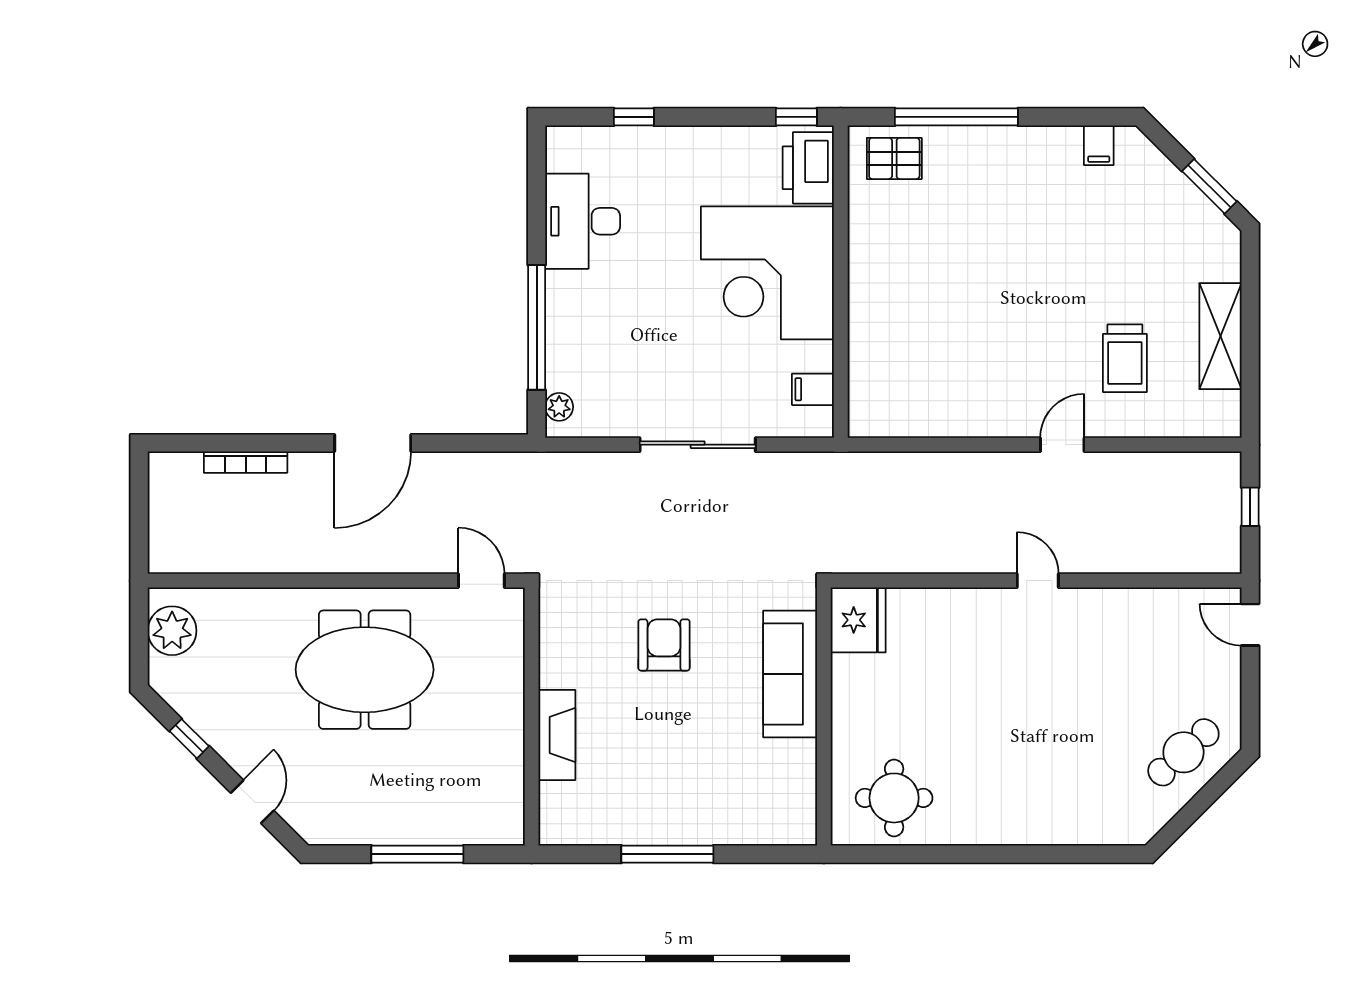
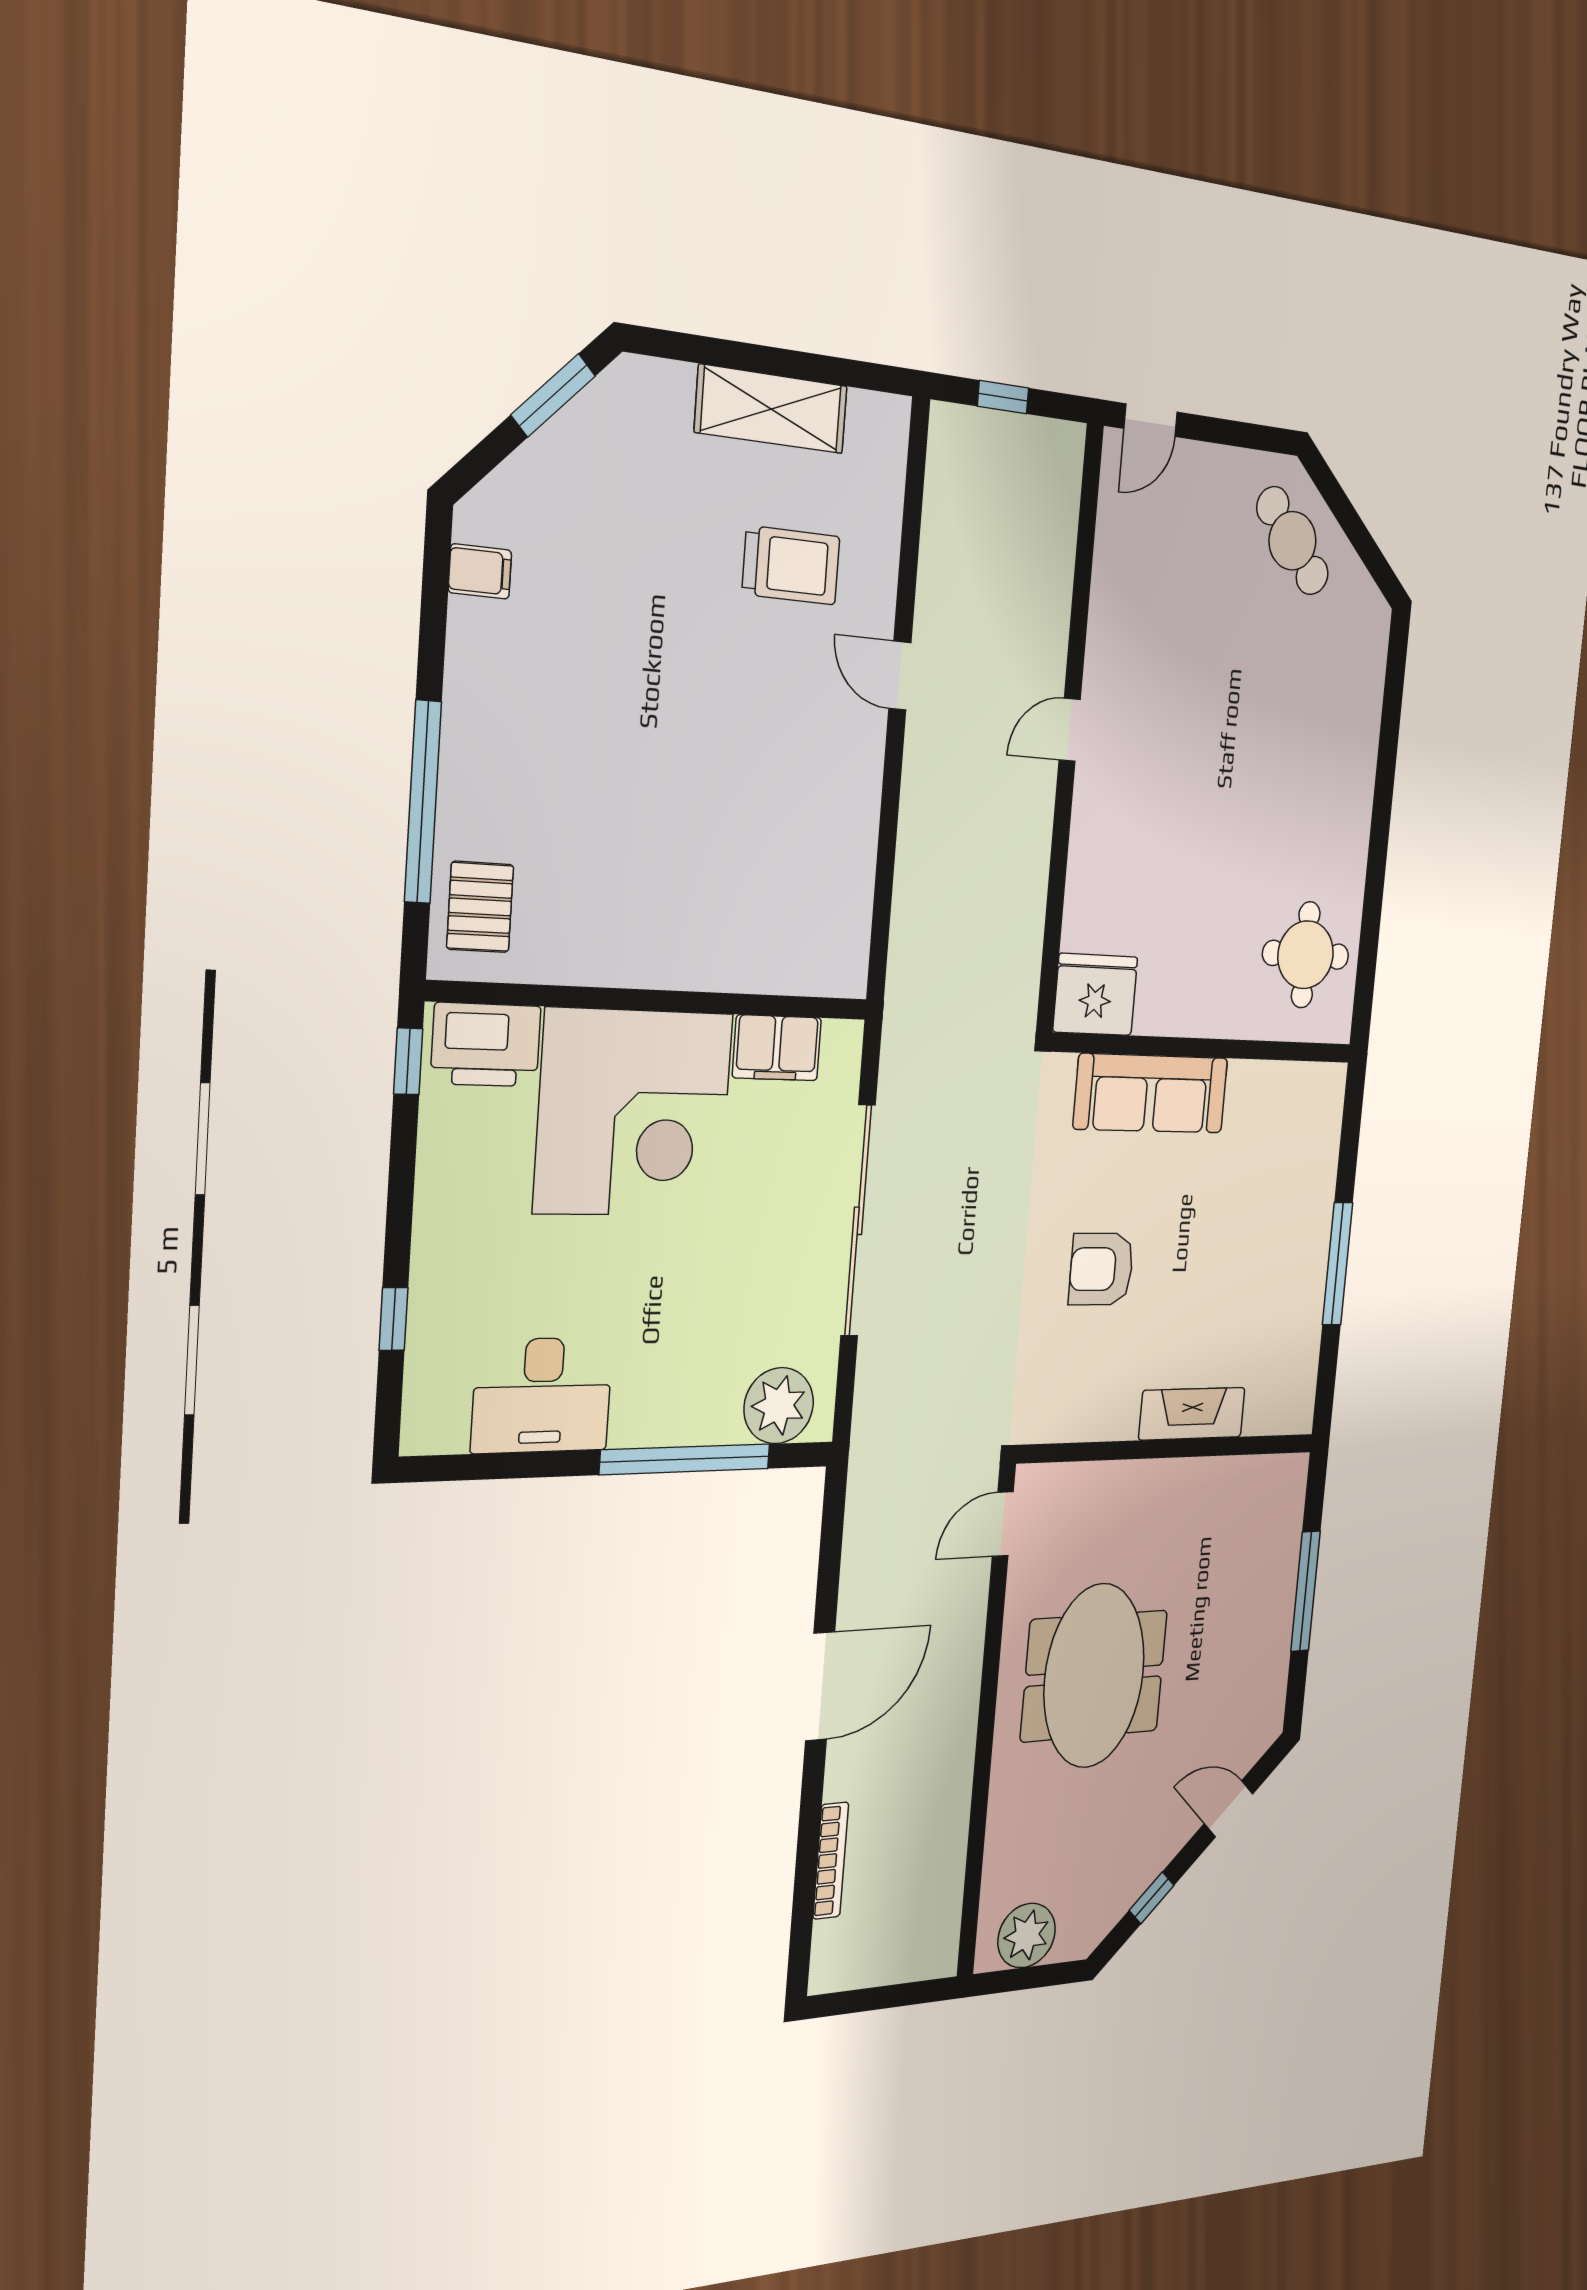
filing cabinet: (813, 389) -> (777, 1048), width x2.00
plant: (559, 407) -> (779, 1406), width x1.88, depth x1.88
door: (373, 443) -> (820, 1686), hinge flipped
sliding door: (698, 445) -> (858, 1221), width x1.36

